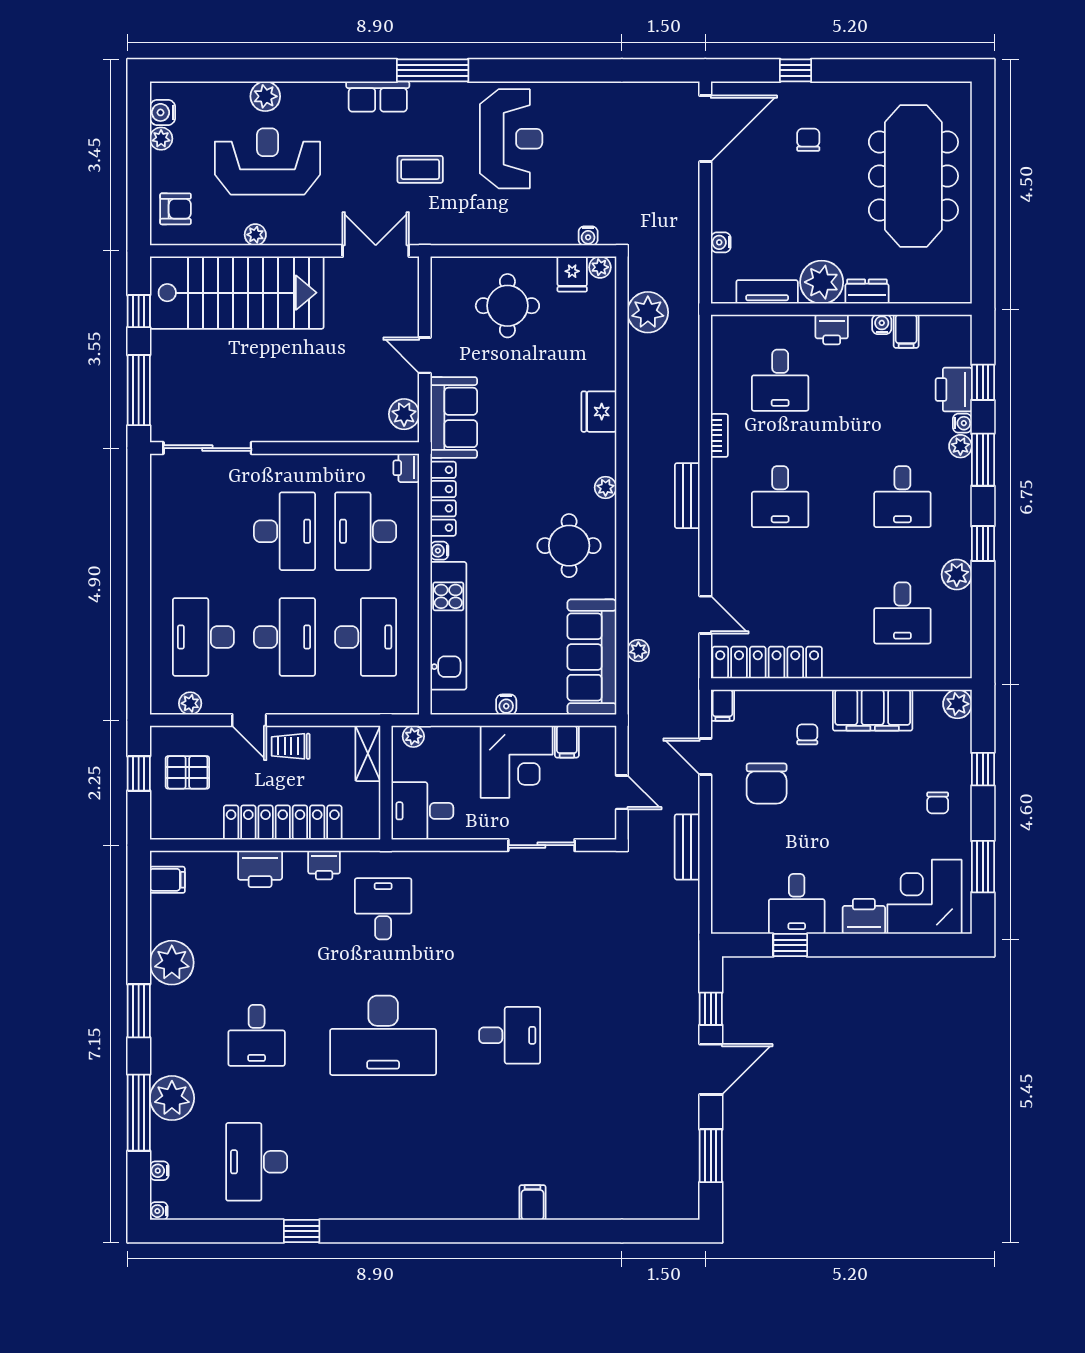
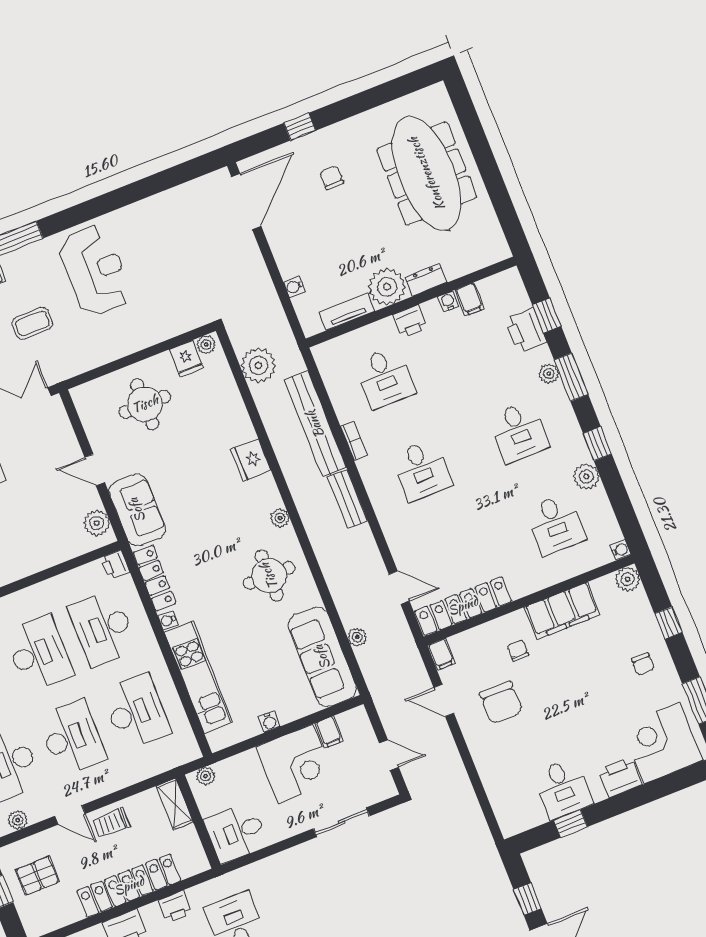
water cooler: (588, 236) -> (187, 323), removed
water cooler: (962, 423) -> (620, 550), moved
bench: (687, 847) -> (315, 424), moved, width x1.86, depth x1.21

